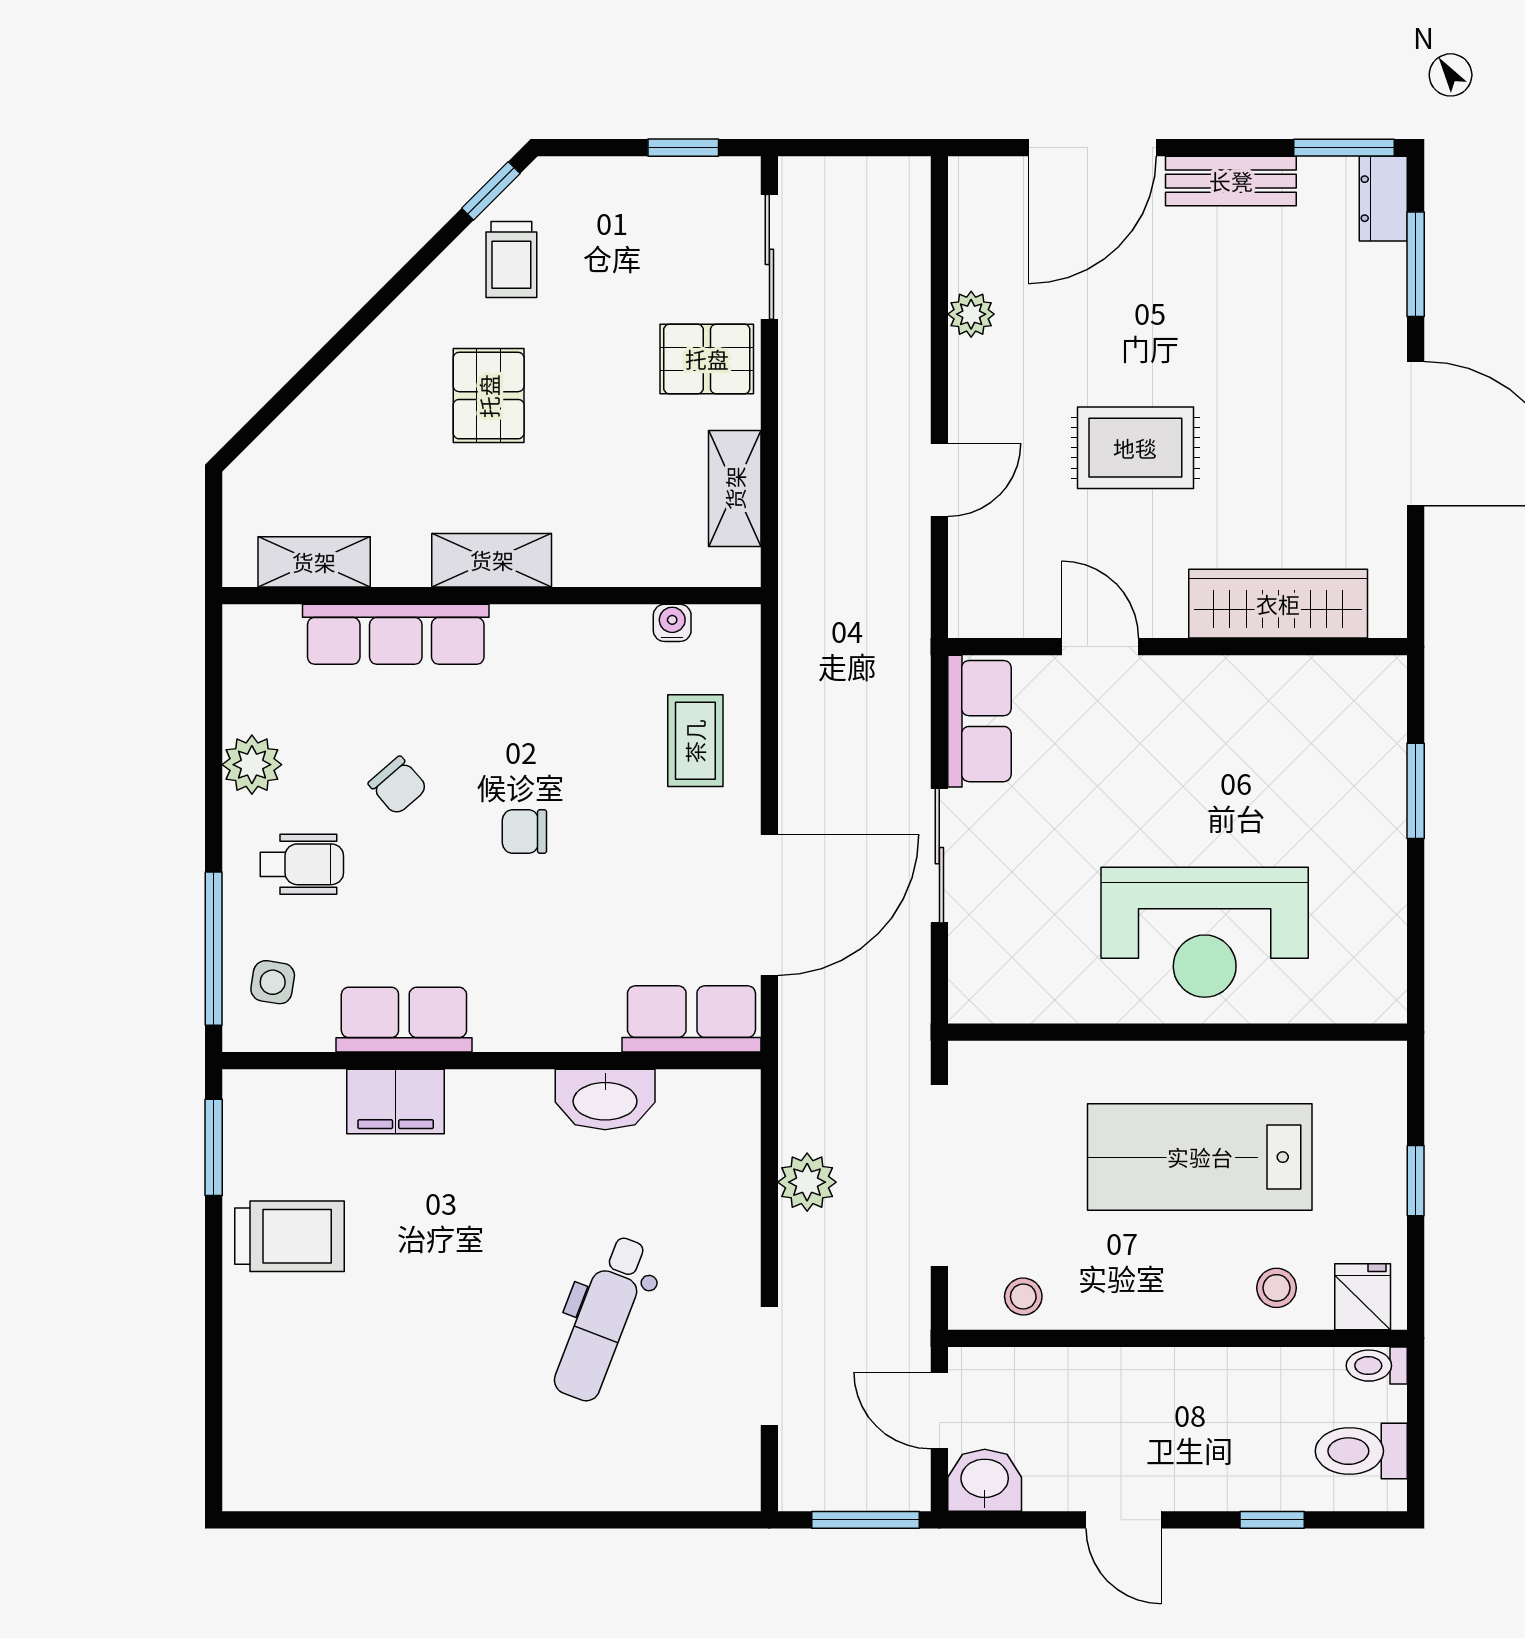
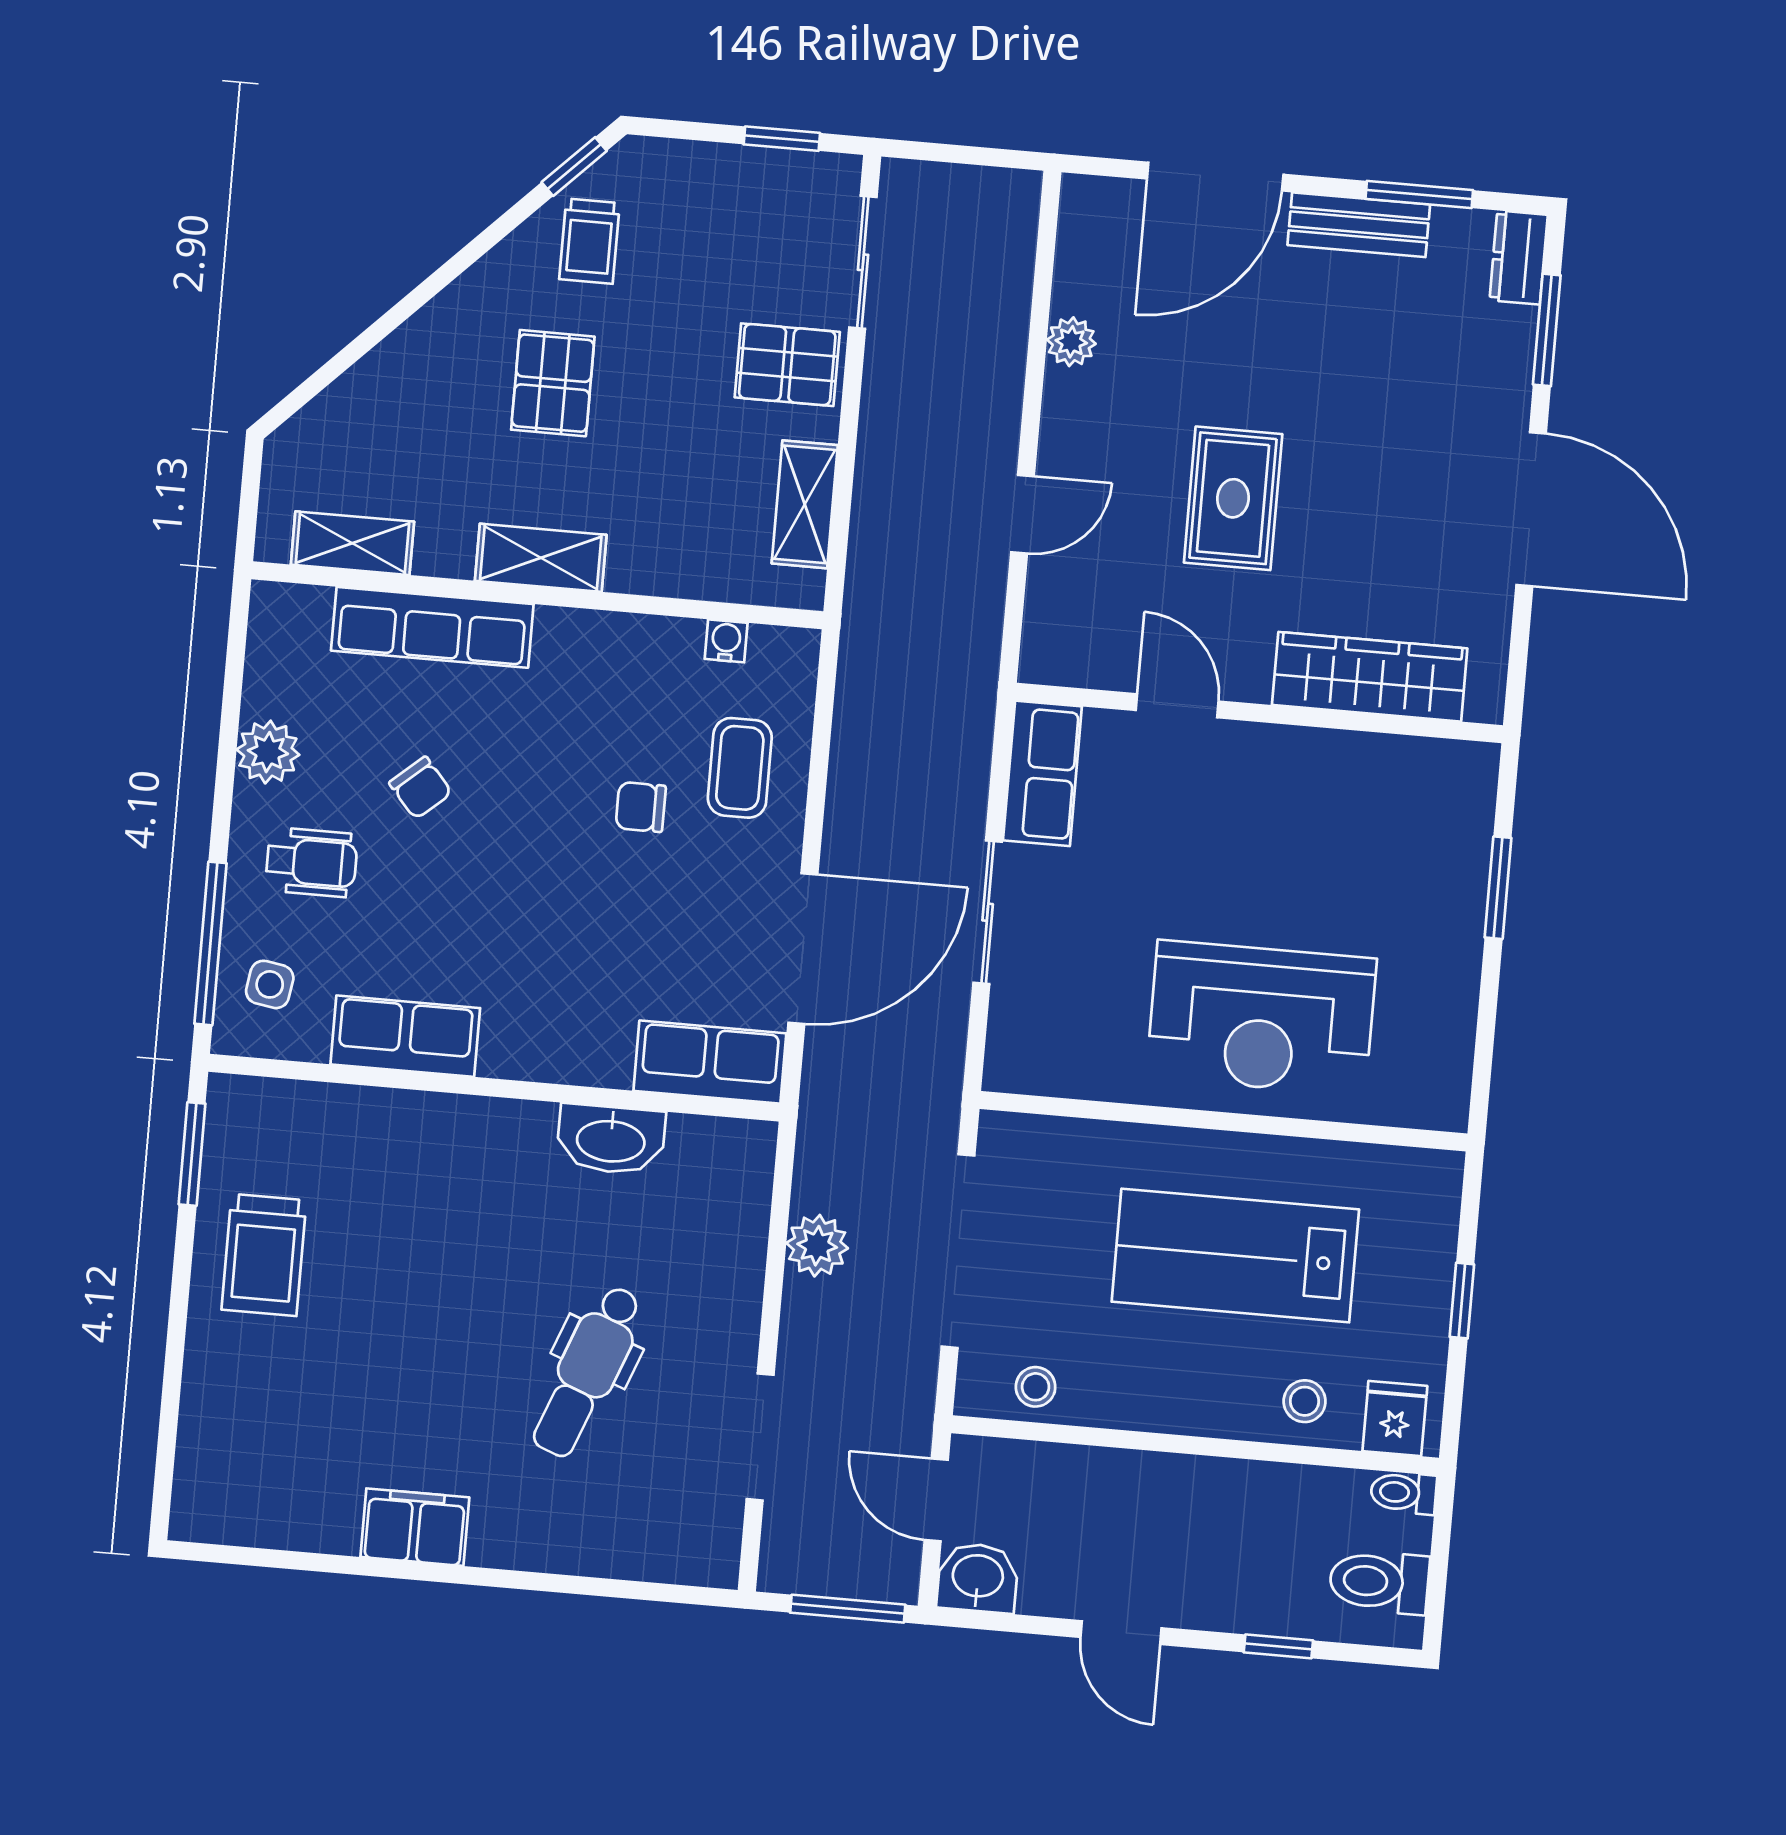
window: (1344, 148) -> (1419, 194), moved
rug: (1135, 448) -> (1233, 498), turned 90
chair: (524, 831) -> (641, 807), moved
filing cabinet: (396, 1101) -> (415, 1527), moved, turned 180
trolley: (289, 1236) -> (264, 1255), turned 90

